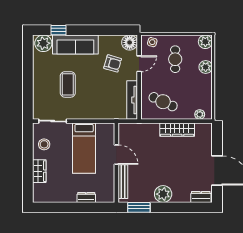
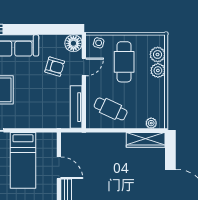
plant: (205, 42) -> (158, 54), moved
cafe table: (175, 59) -> (124, 62), width x1.37, depth x1.35
wardrobe: (177, 130) -> (146, 140), moved

